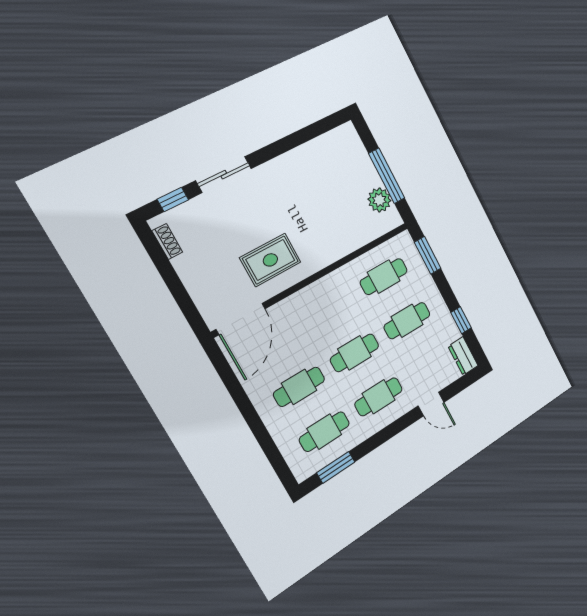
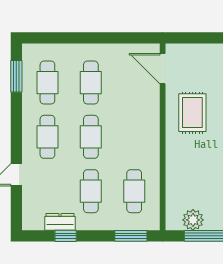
door: (241, 319) -> (163, 69), width x0.73
dresser: (463, 356) -> (60, 222), moved

